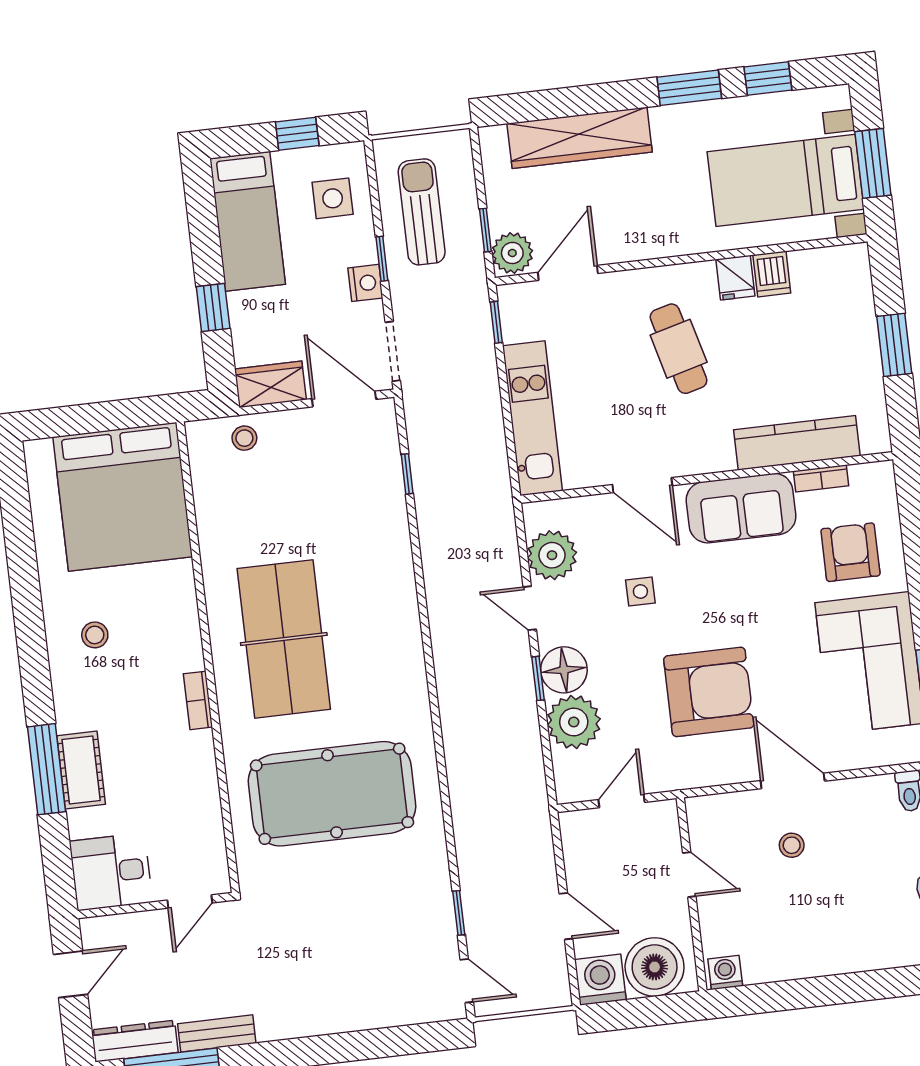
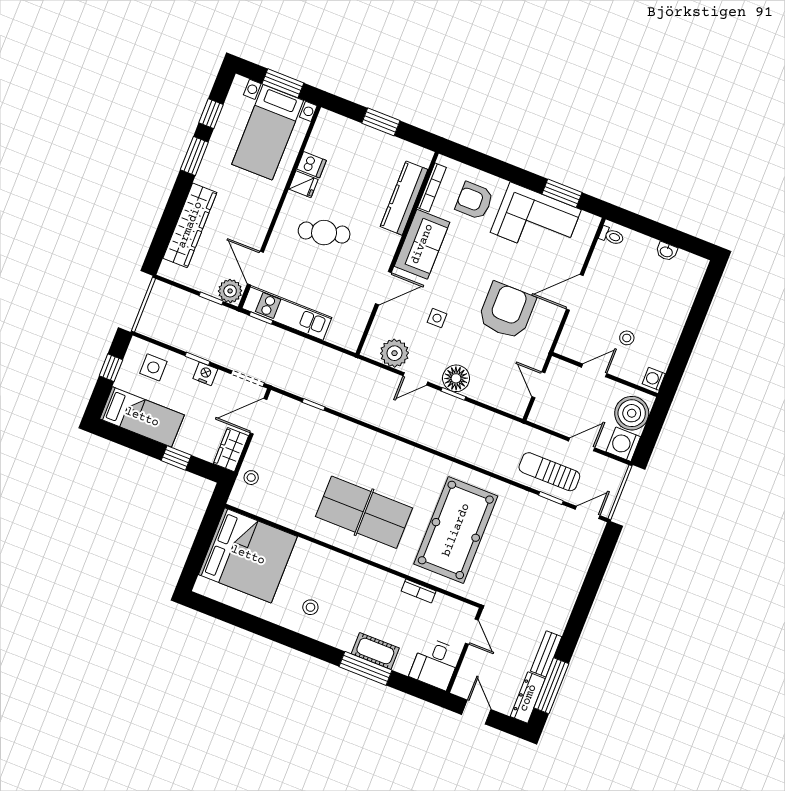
sun lounger: (422, 212) -> (549, 472), moved
kitchen unit: (532, 418) -> (287, 313), moved
bookcase: (821, 478) -> (432, 187), width x1.56
bookcase: (198, 700) -> (419, 591), moved
plant: (574, 722) -> (485, 388), removed
stool: (792, 845) -> (627, 338), moved

